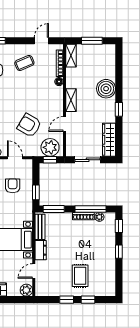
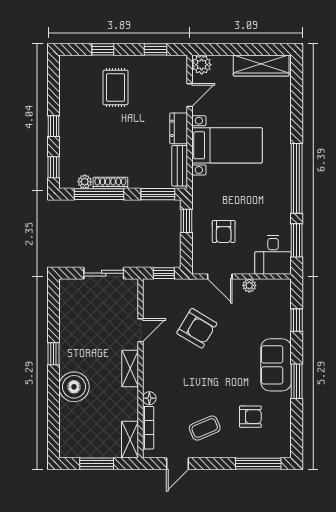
wardrobe: (109, 140) -> (69, 305), removed
plant: (50, 147) -> (164, 293), removed
window: (67, 300) -> (156, 49), moved

